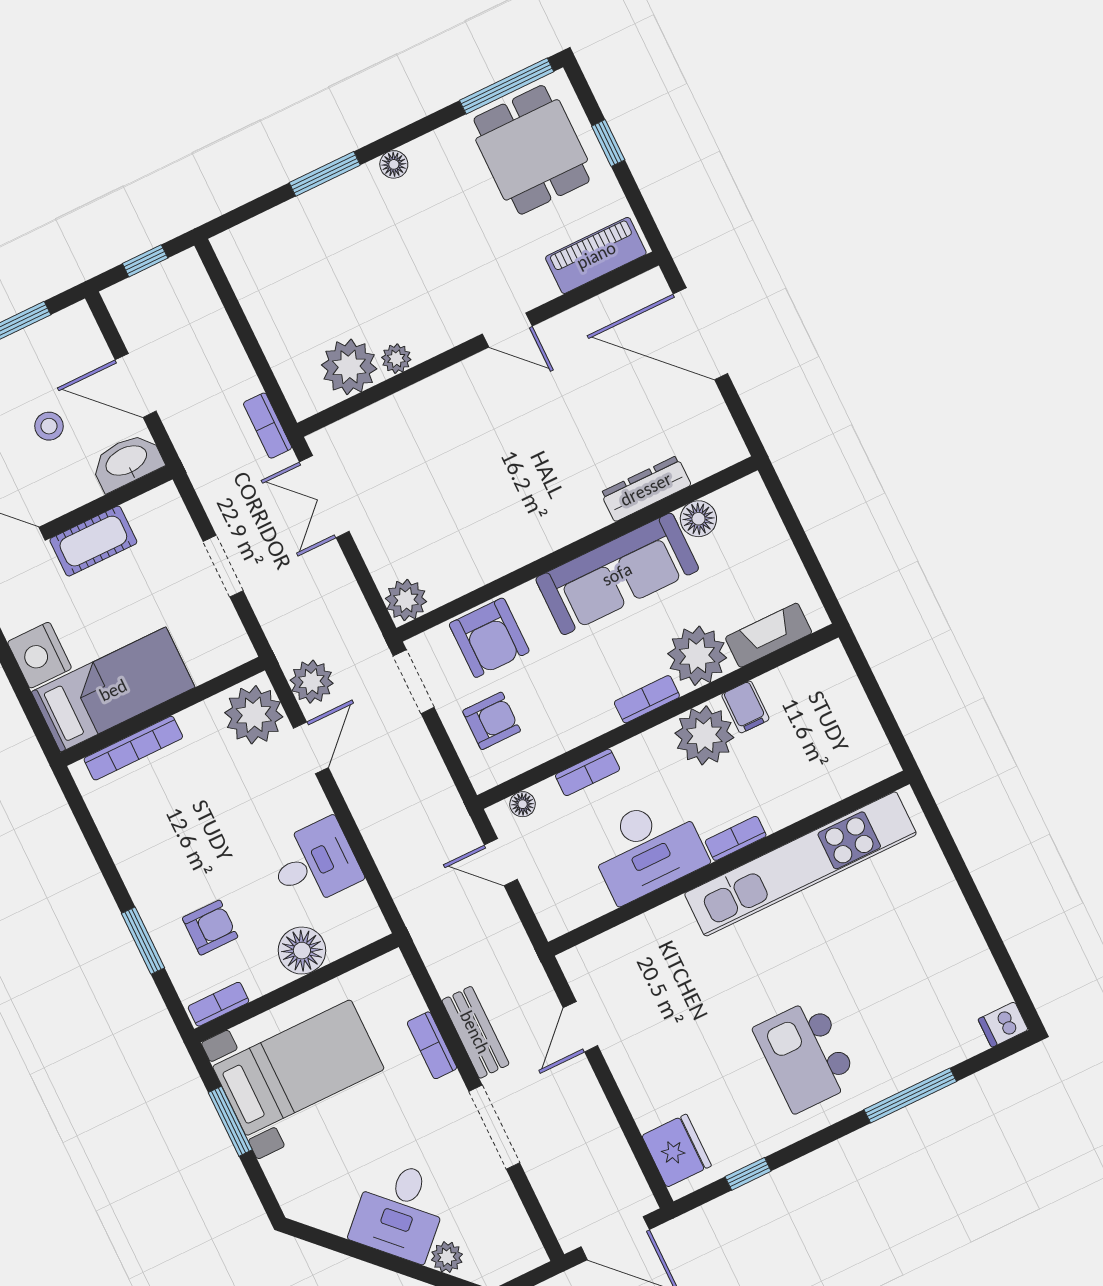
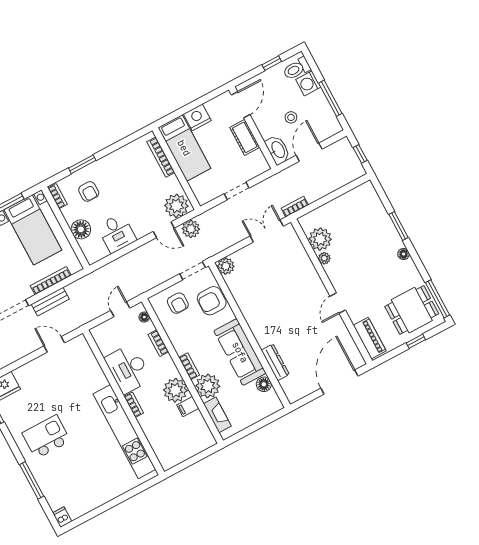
bookcase: (432, 1045) -> (51, 281), width x1.56

